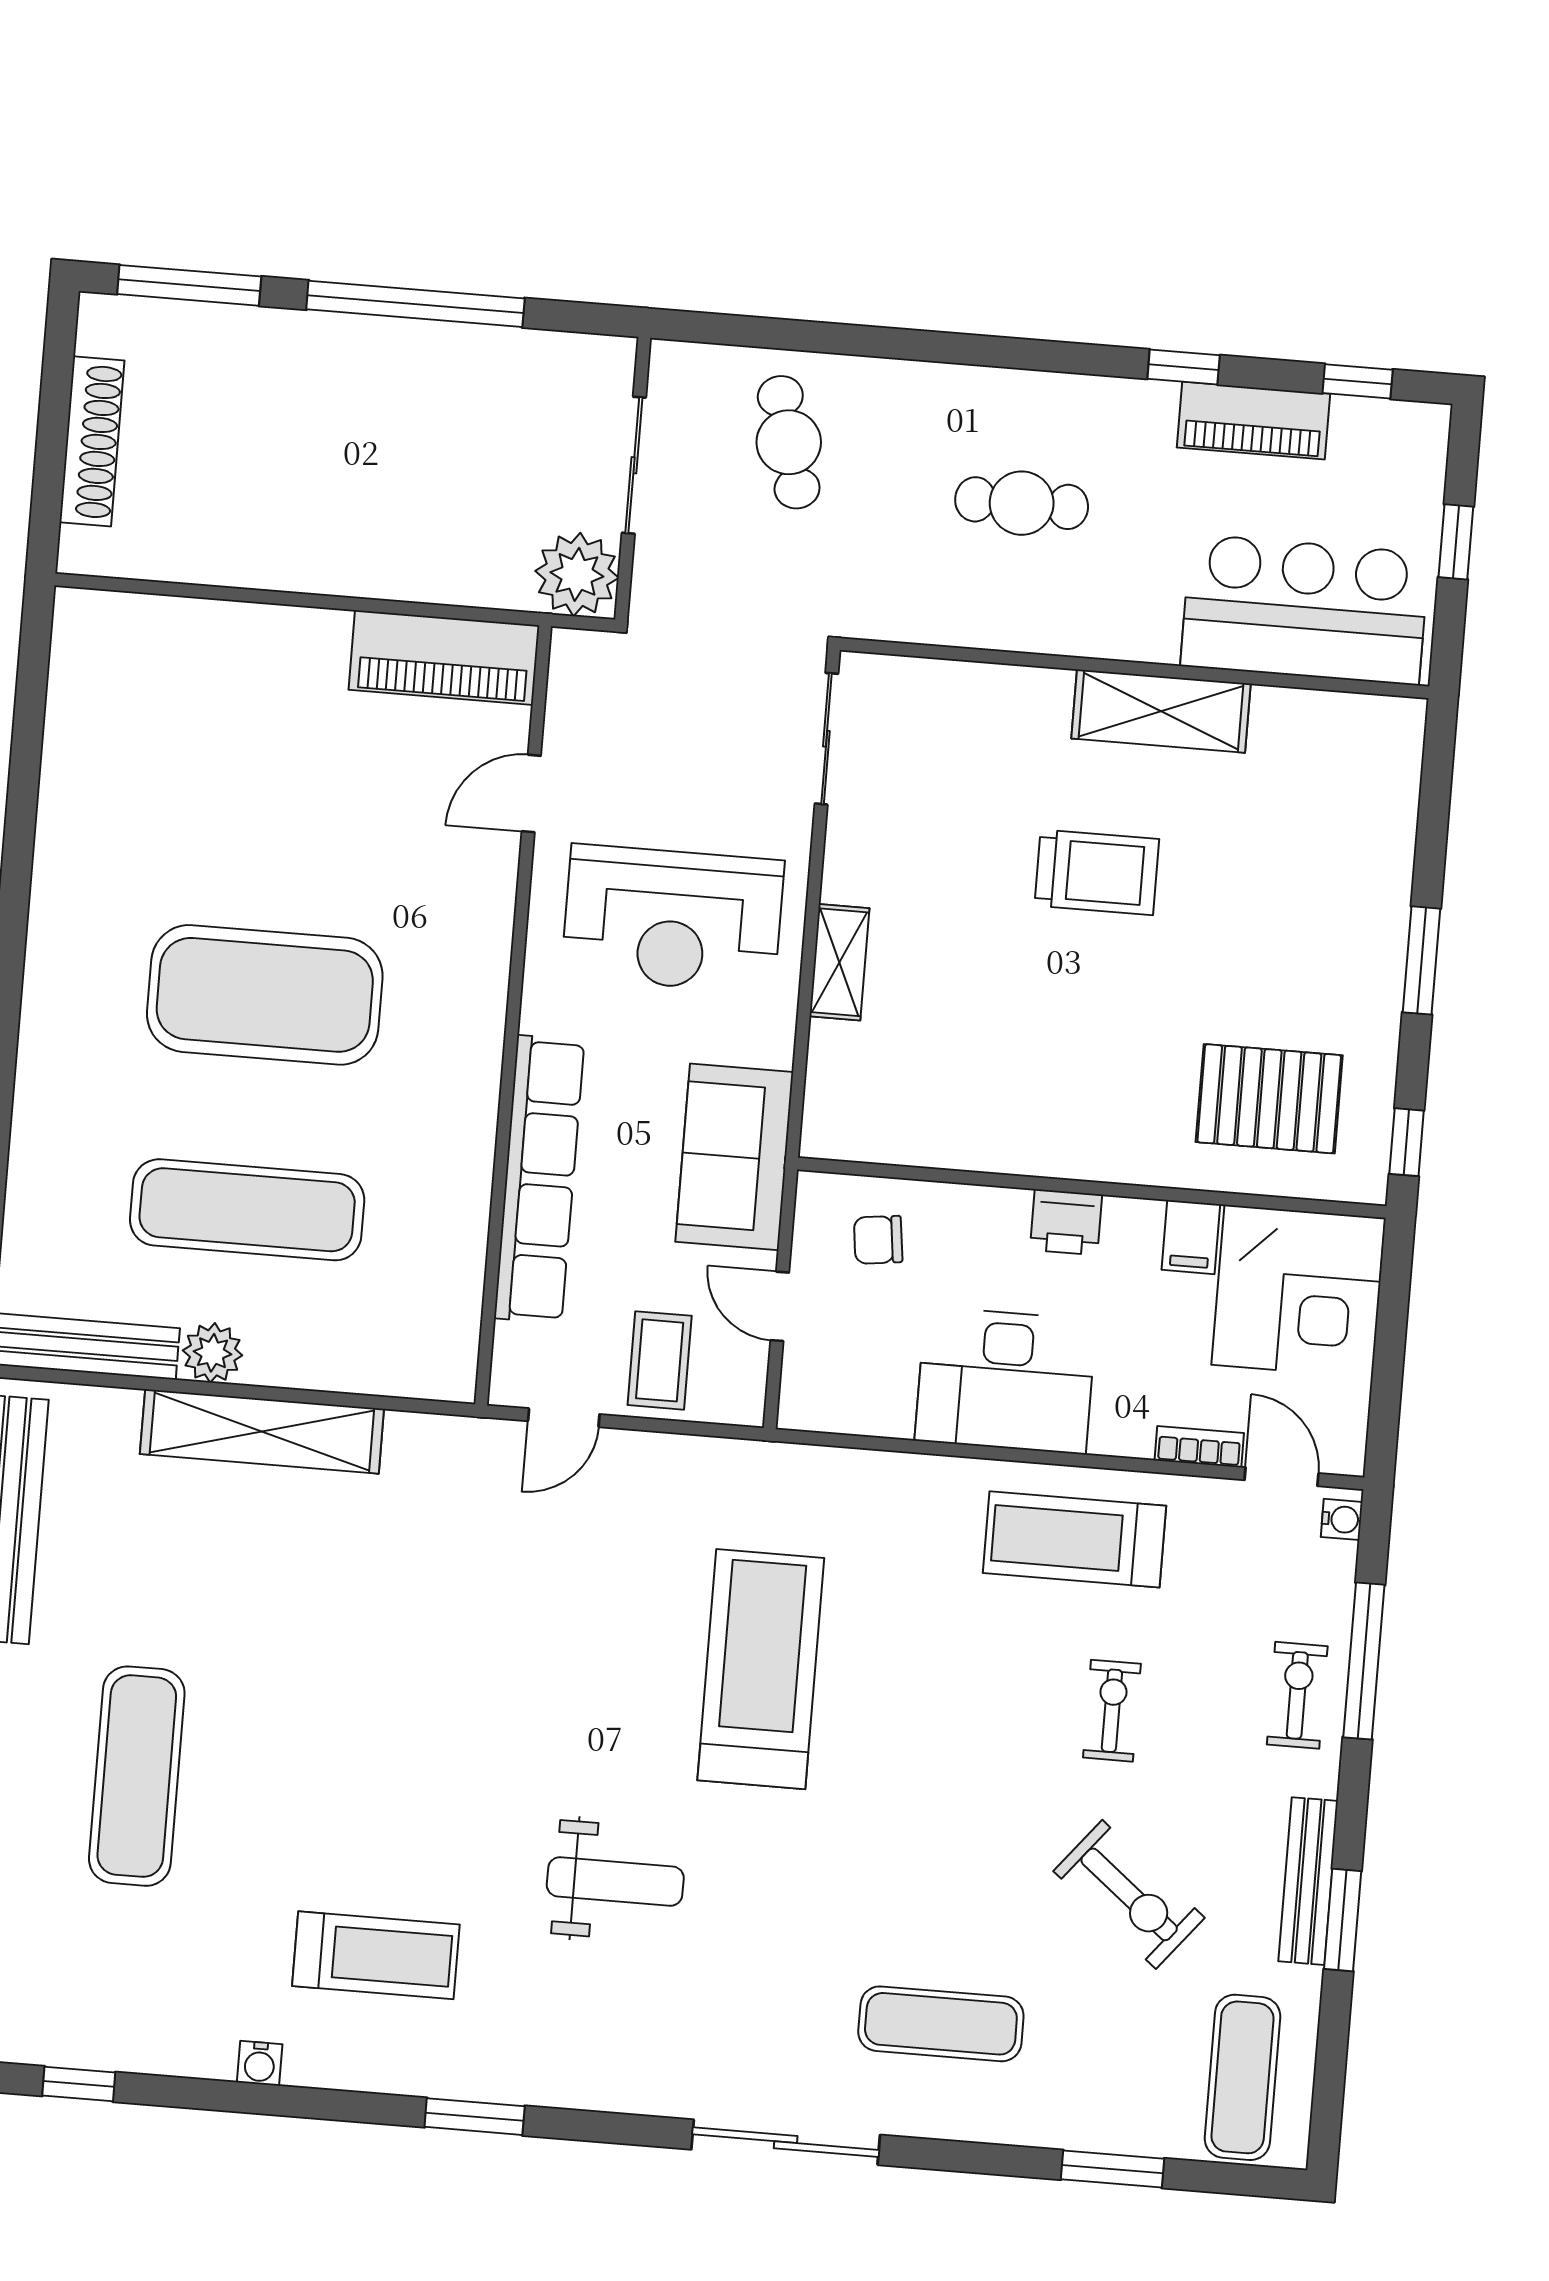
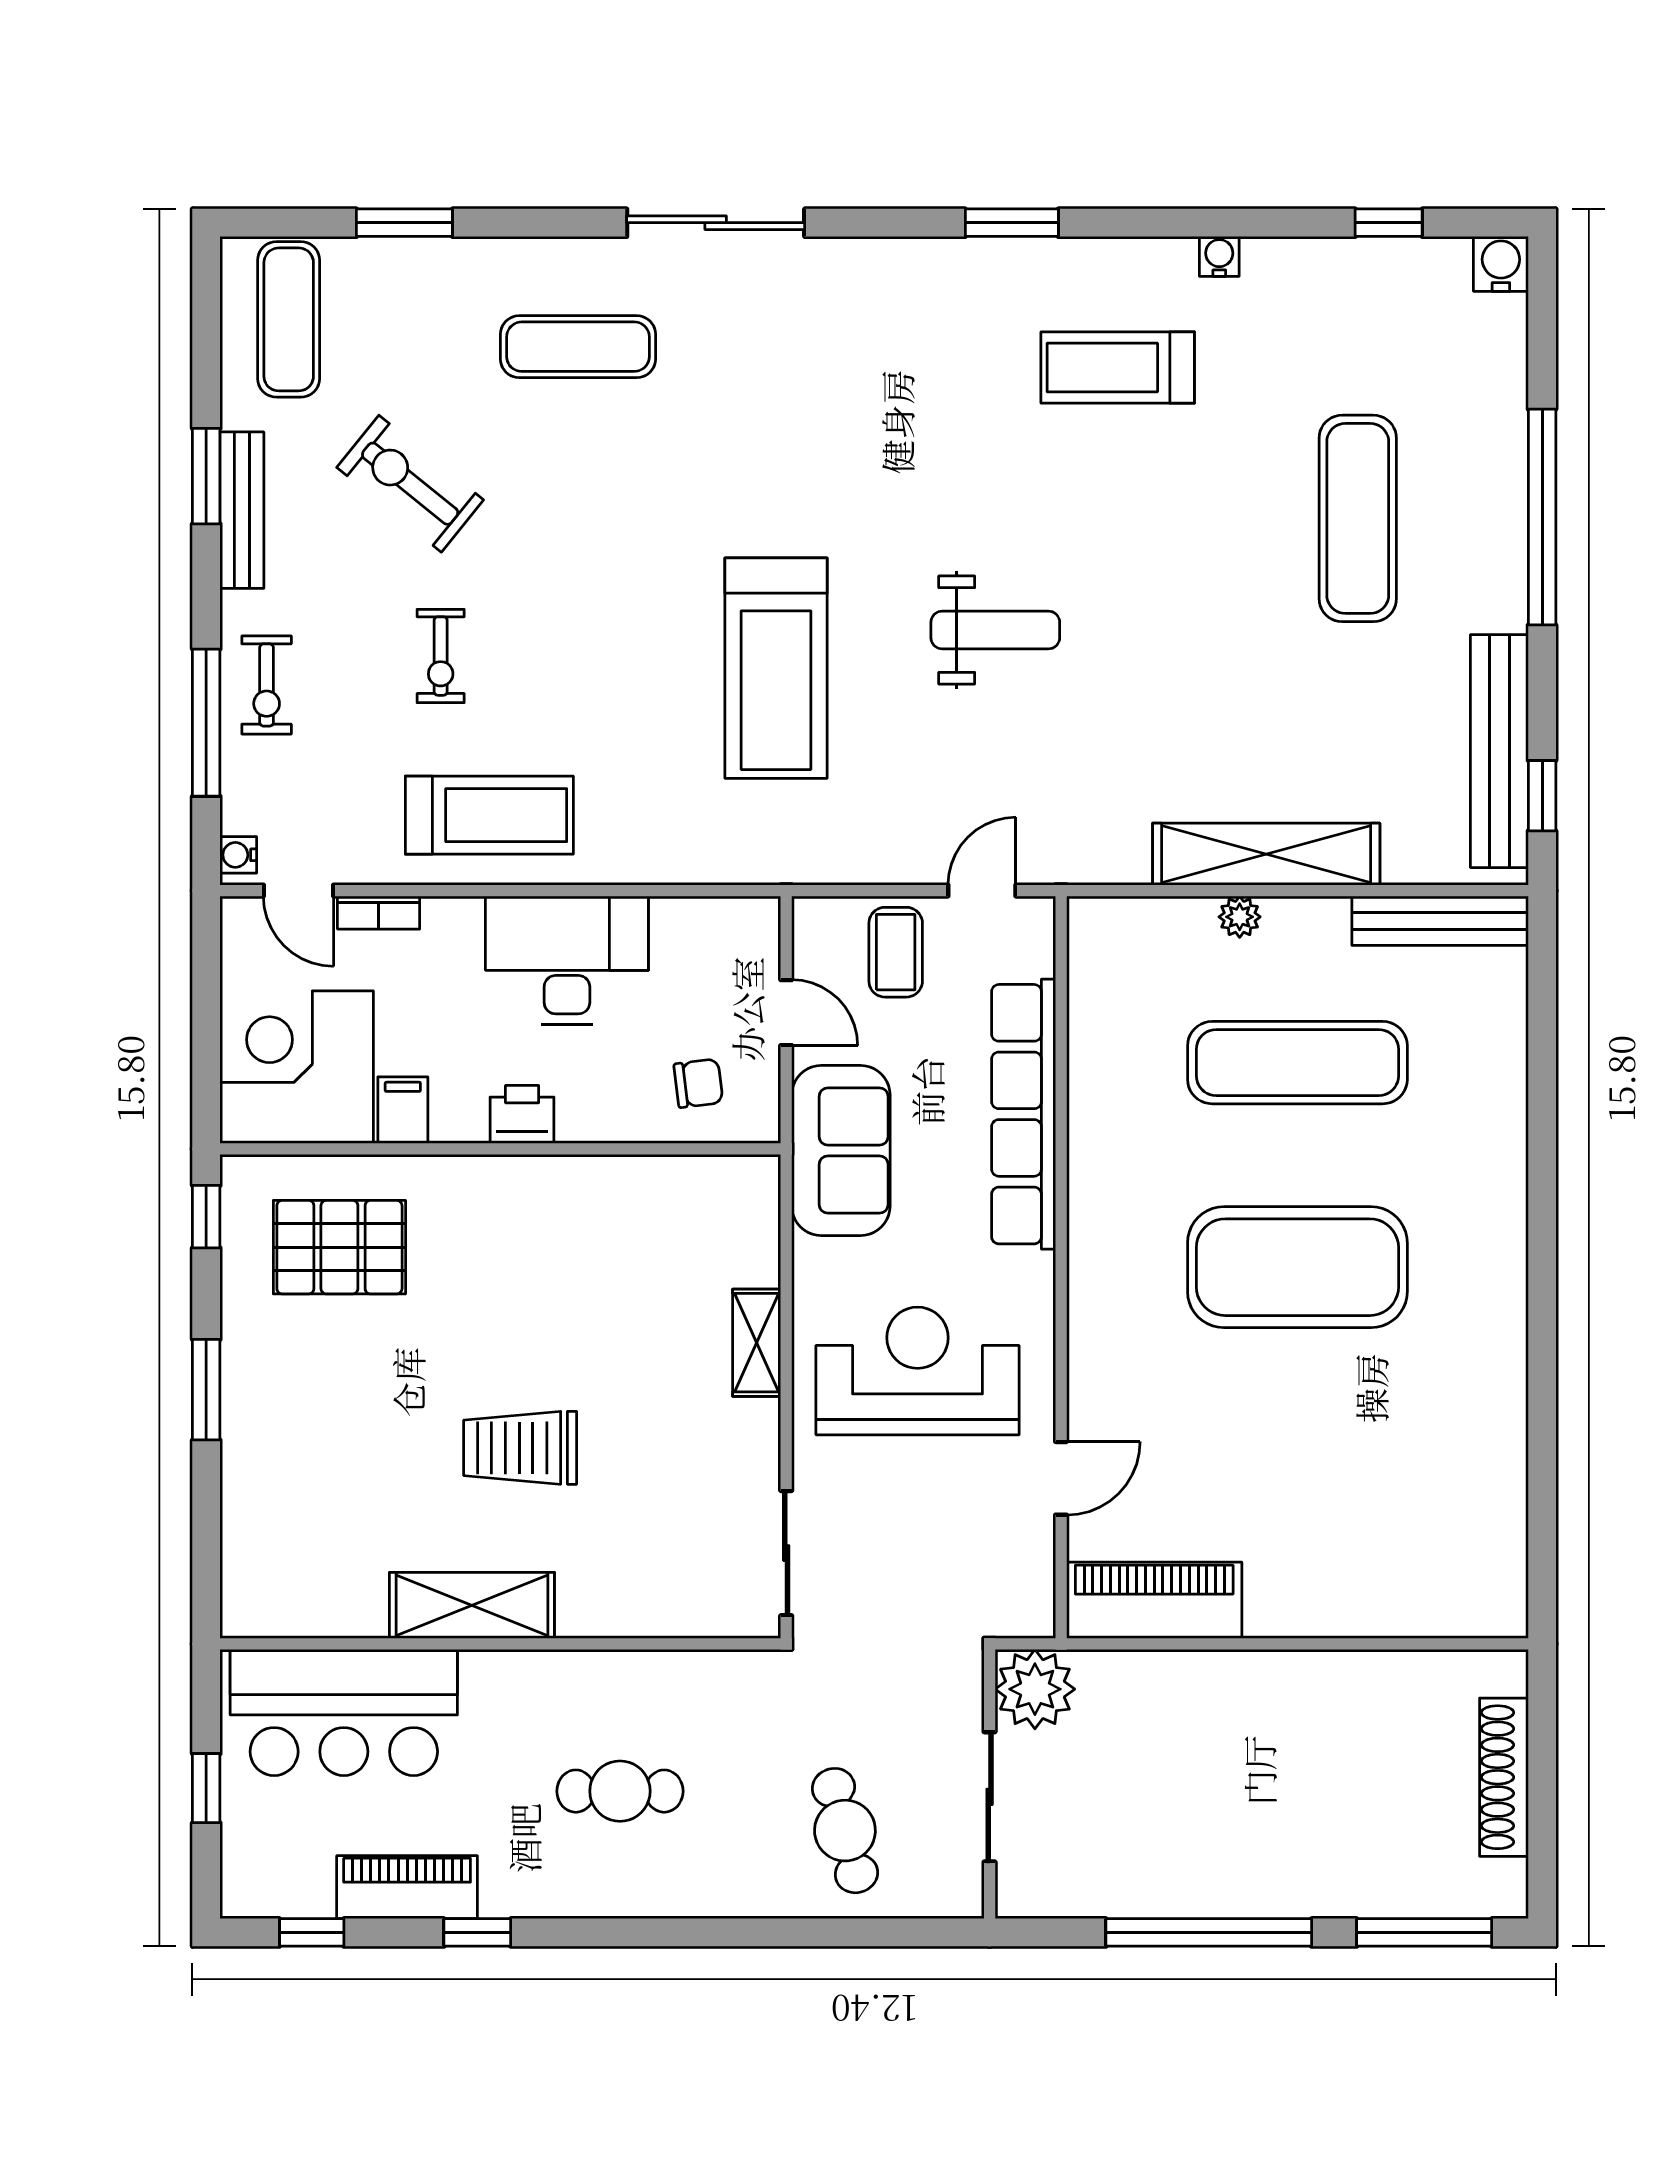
plant: (213, 1353) -> (1240, 917), moved, width x0.73, depth x0.73
weight bench: (615, 1881) -> (995, 630), moved, turned 180

